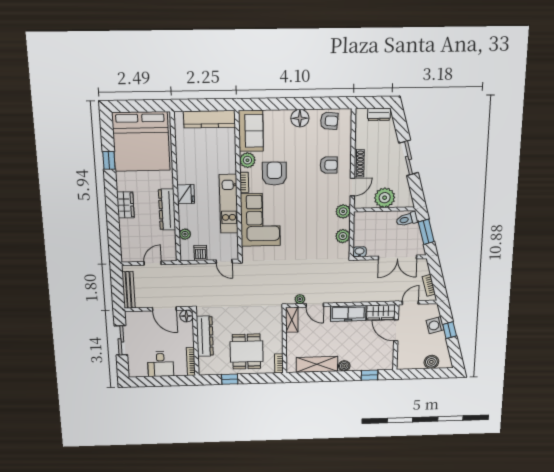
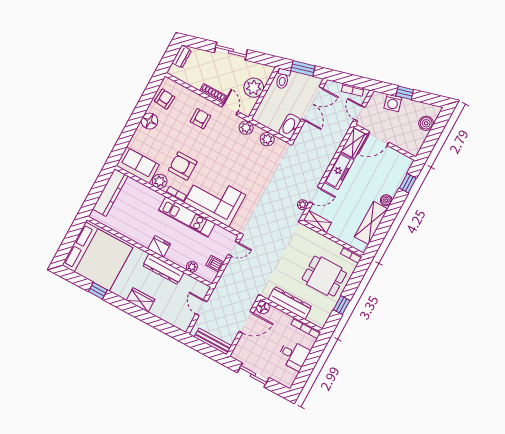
washbasin: (360, 252) -> (290, 126), width x1.91, depth x1.45

